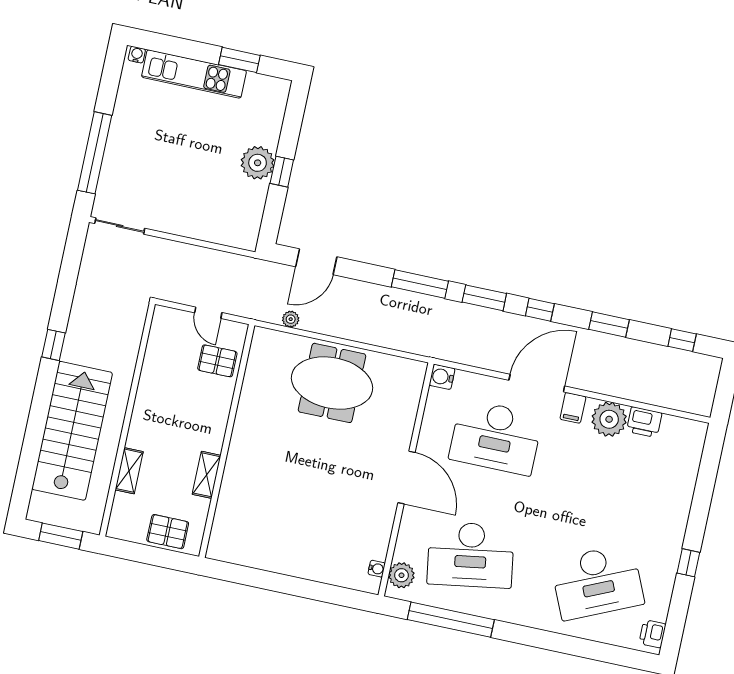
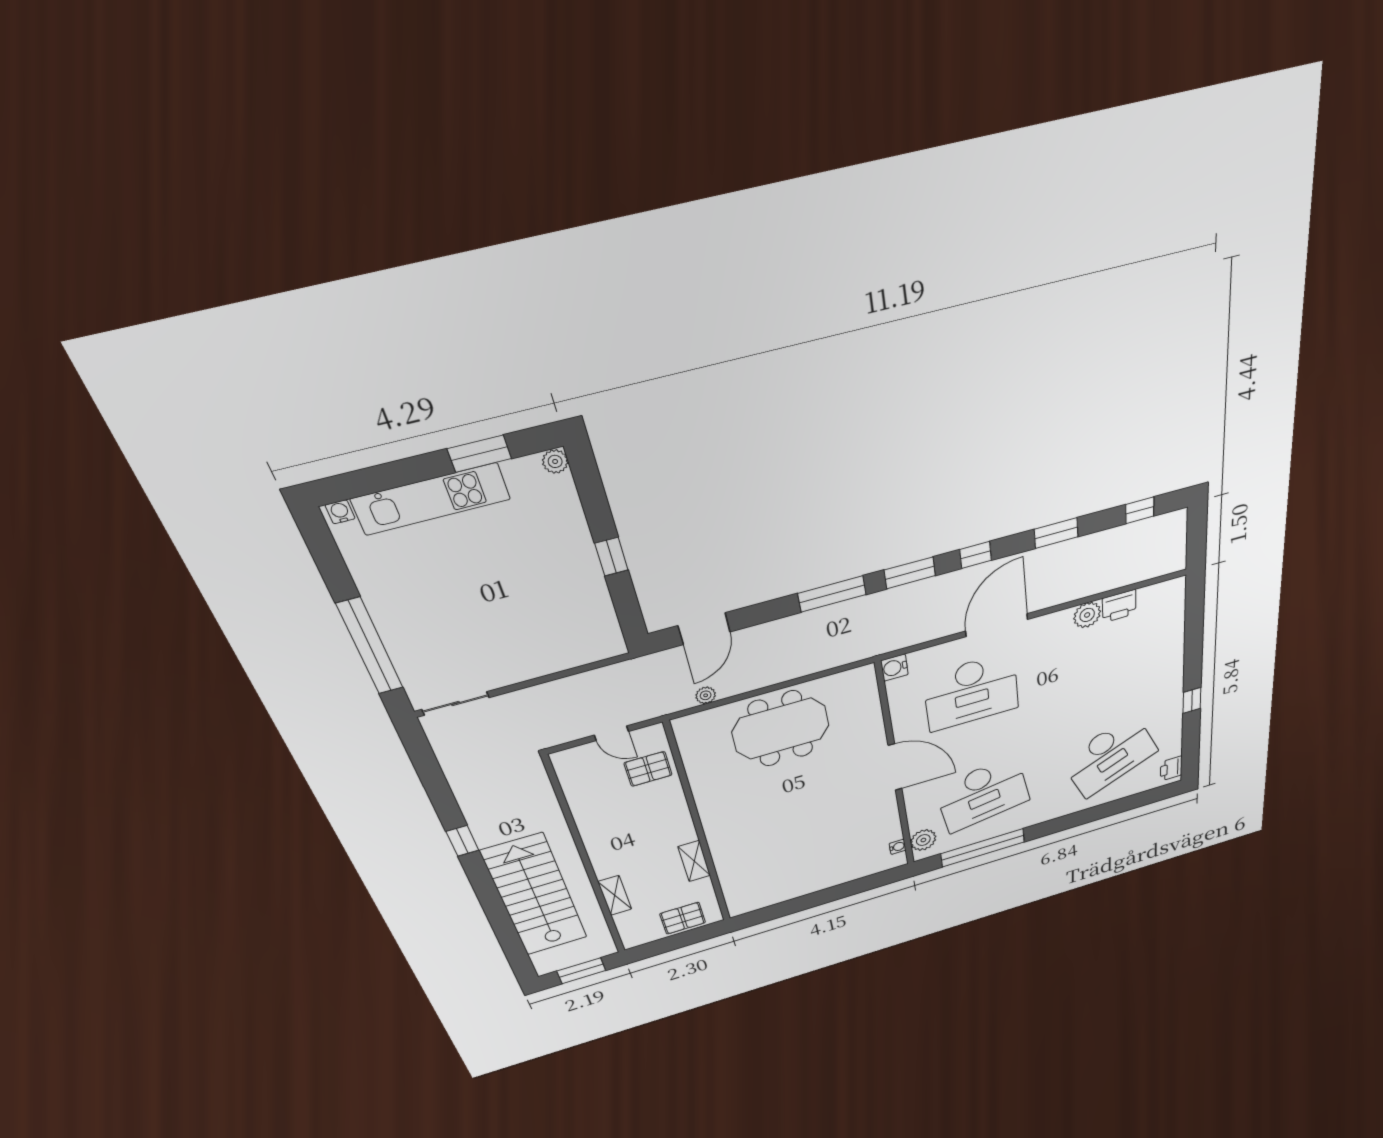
plant: (258, 163) -> (555, 461), moved, width x0.53, depth x0.53
filing cabinet: (573, 408) -> (1042, 629), removed
plant: (609, 419) -> (1087, 615), width x0.73, depth x0.73

